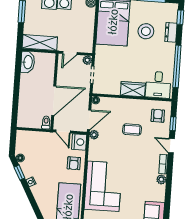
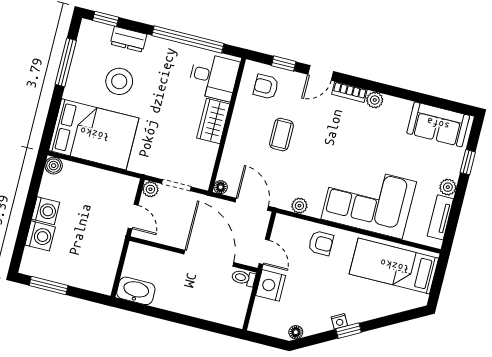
shelving: (40, 43) -> (106, 264), removed
door: (63, 132) -> (264, 252), hinge flipped
plant: (94, 135) -> (299, 206), moved
nightstand: (79, 142) -> (271, 285), moved, turned -90
window: (19, 173) -> (349, 331), moved

